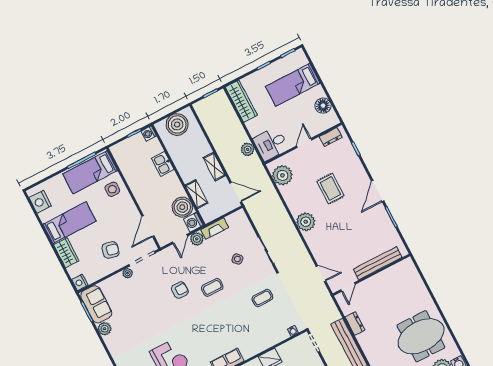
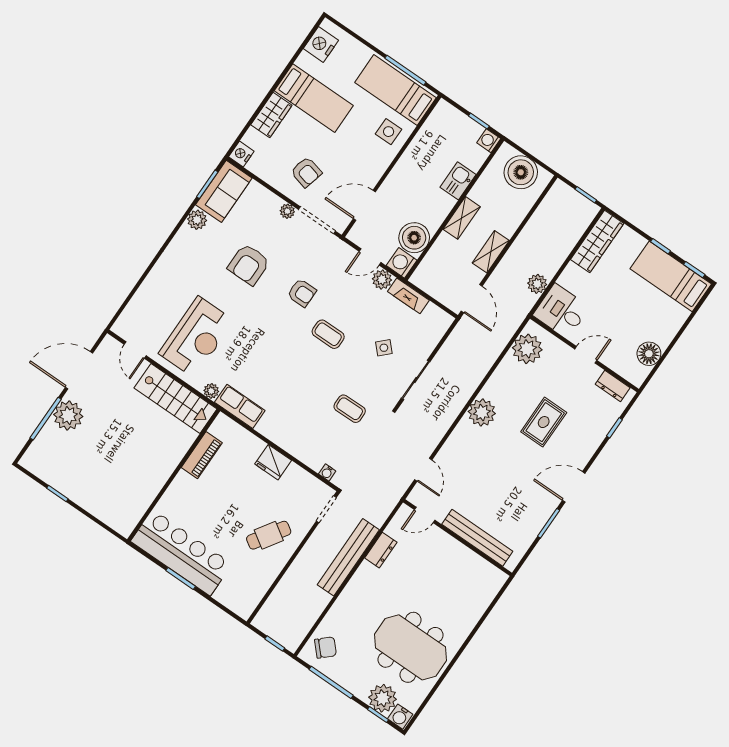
bed: (293, 85) -> (671, 276), moved
shelving: (196, 194) -> (462, 218), moved
armchair: (147, 312) -> (249, 264), added

